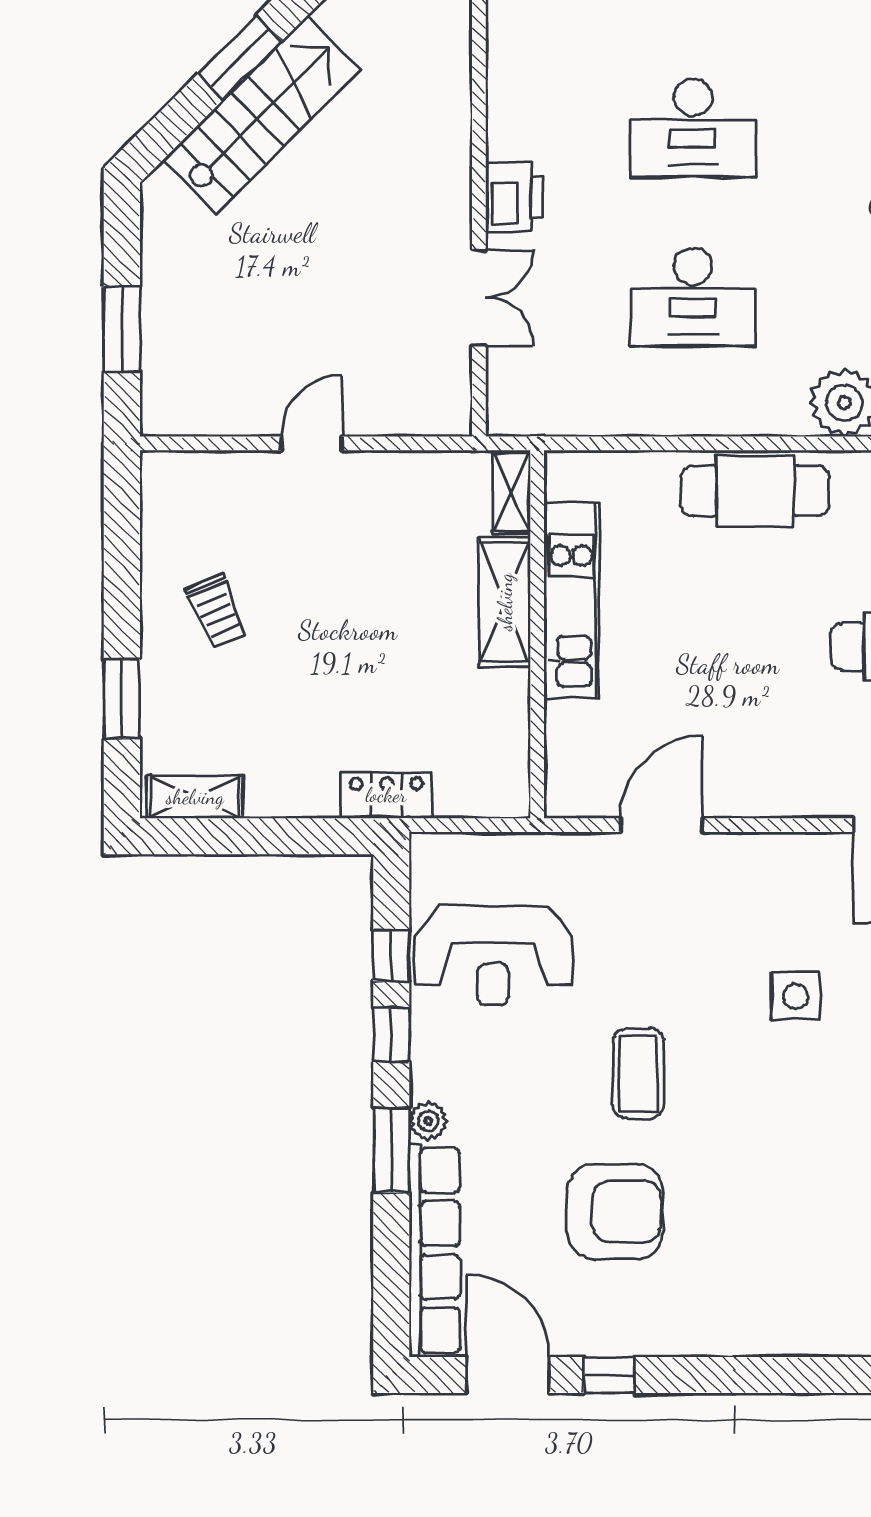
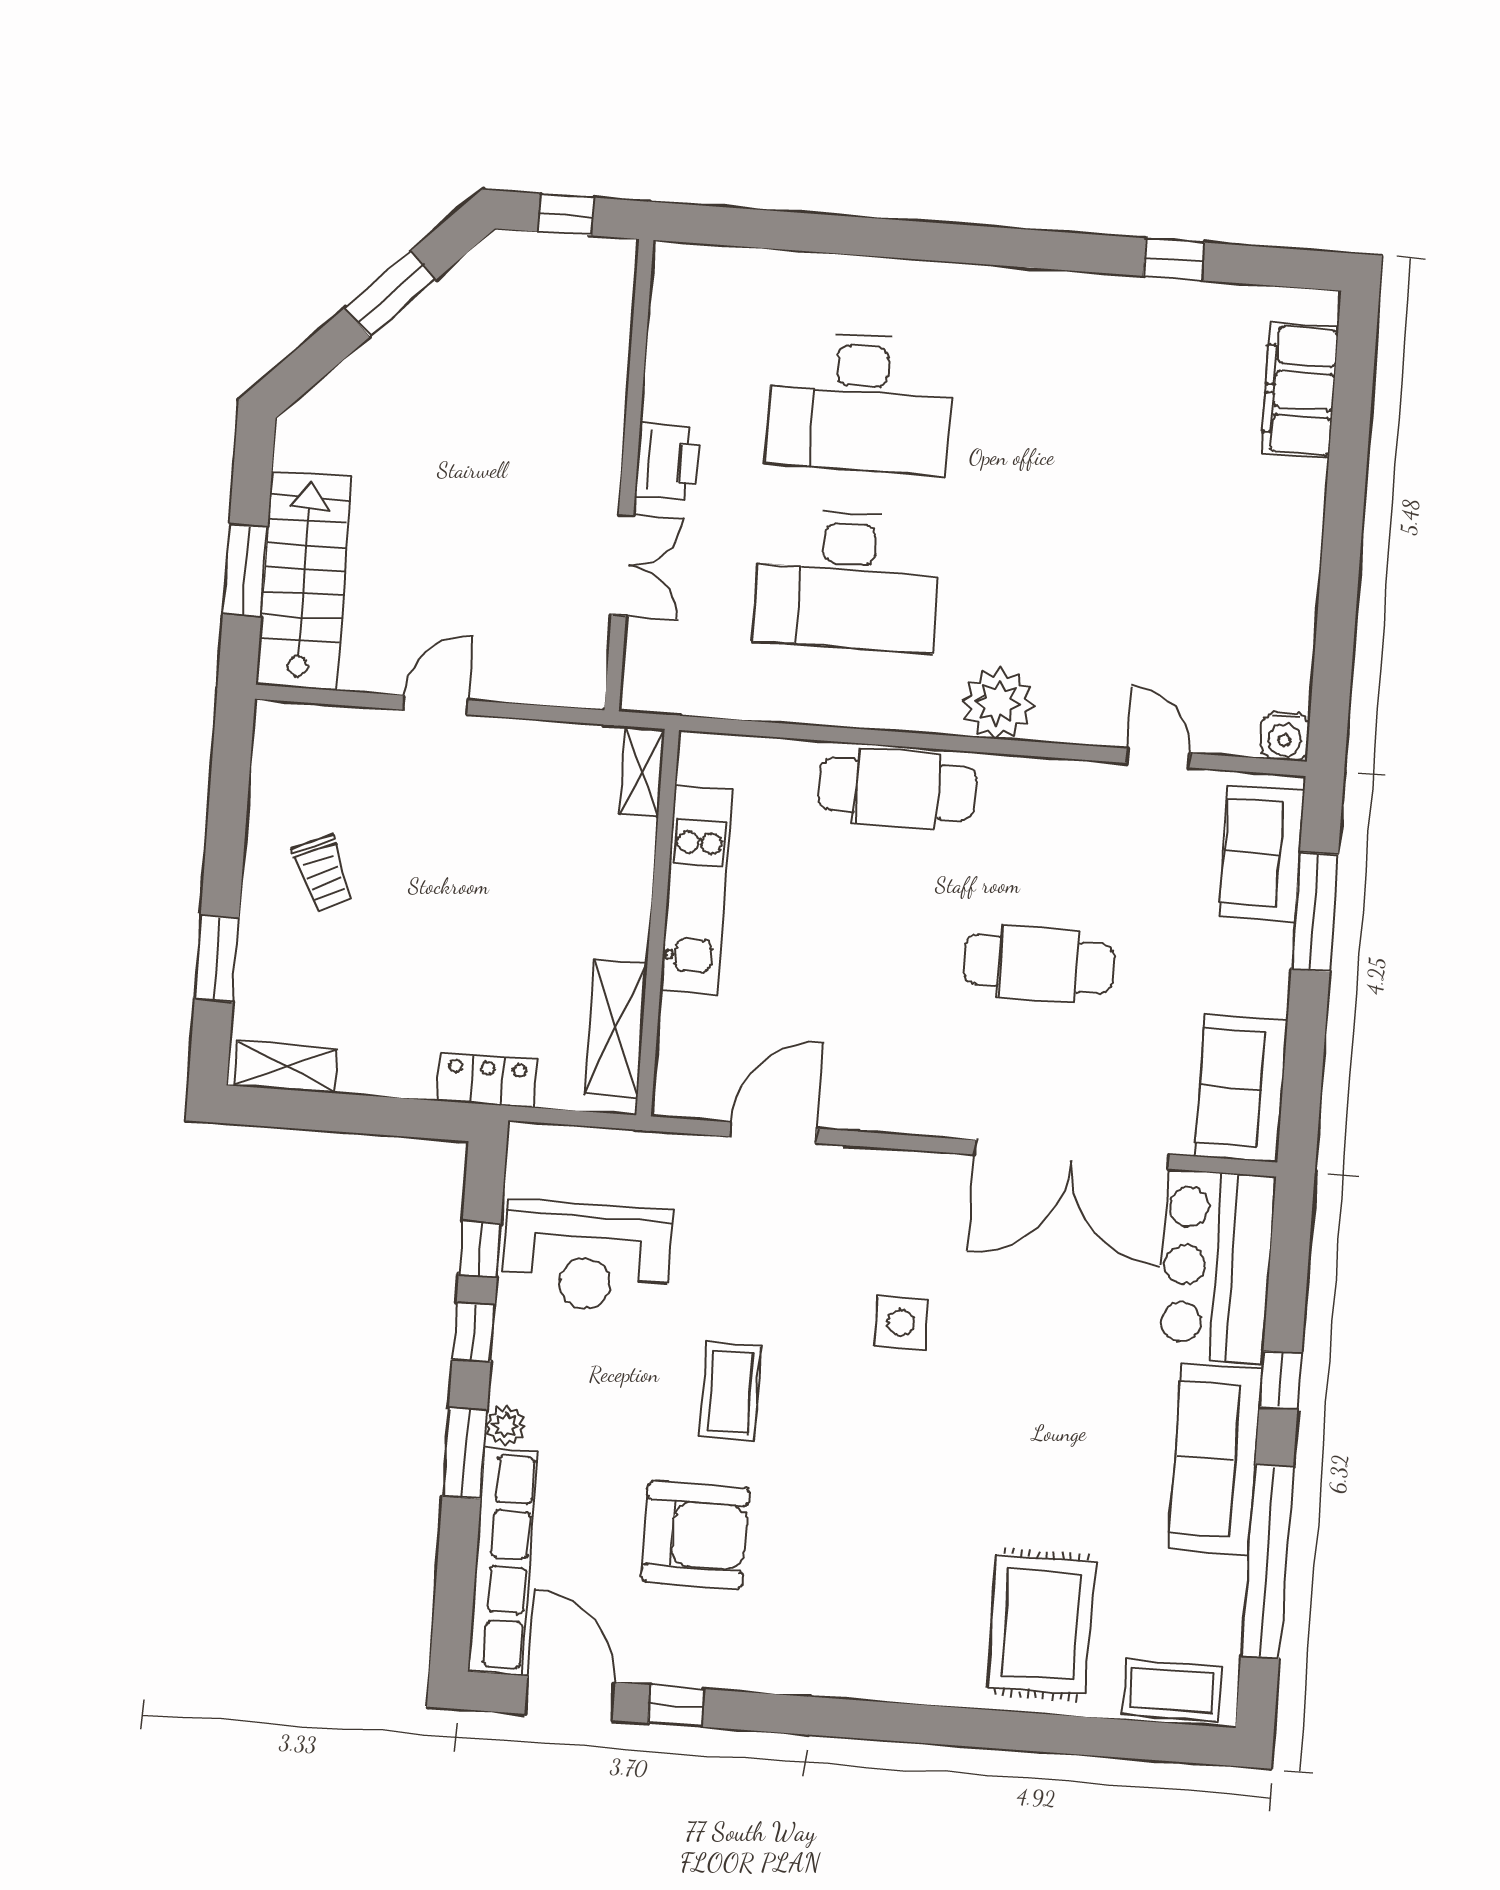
stairs: (262, 115) -> (304, 580), moved, turned -45
desk: (693, 128) -> (860, 403), width x1.36, depth x1.30
desk: (693, 297) -> (847, 581), width x1.36, depth x1.30
shelving: (505, 602) -> (616, 1028), moved

